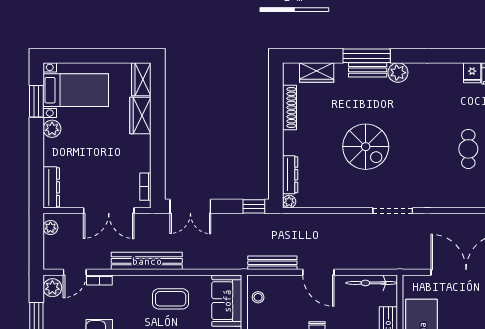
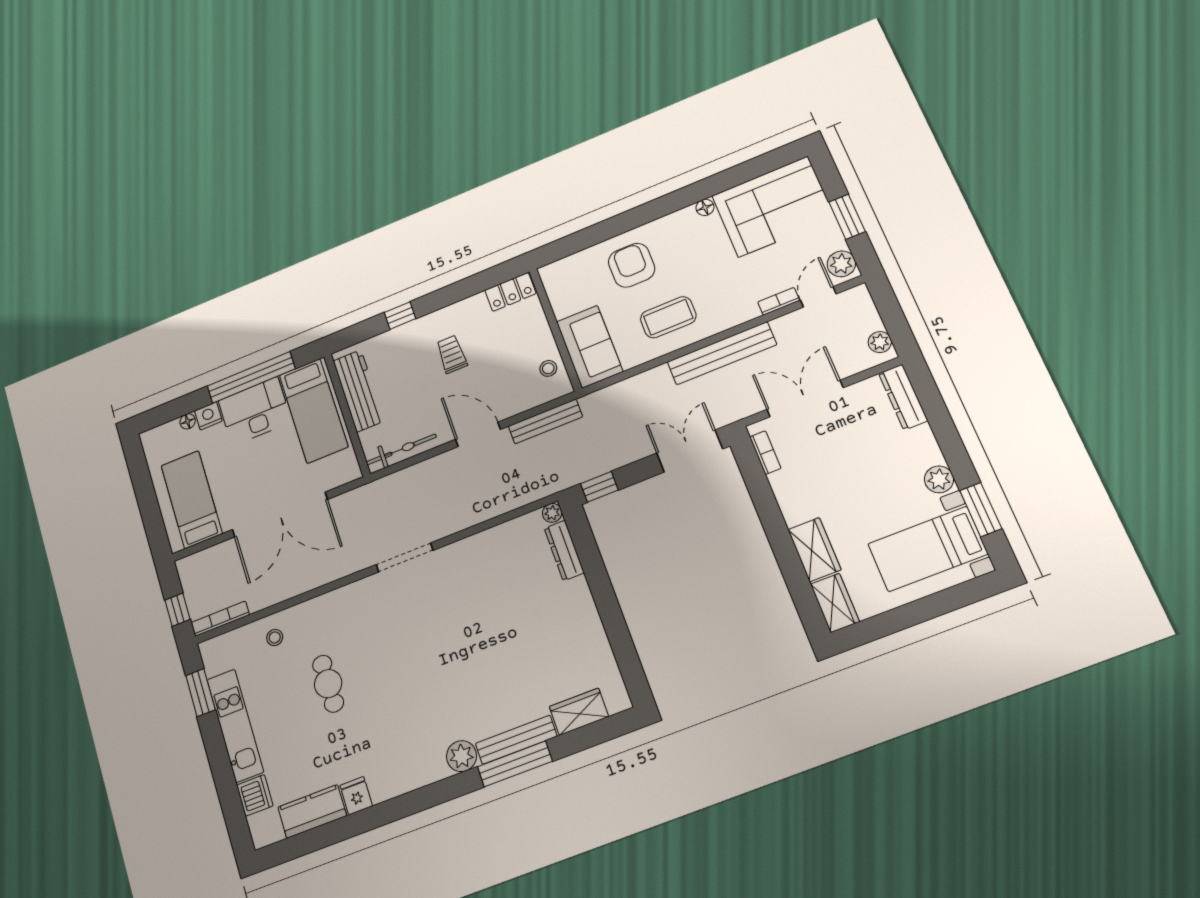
bench: (368, 70) -> (516, 740), width x1.36
shoe rack: (290, 108) -> (600, 645), removed
spiral stairs: (366, 147) -> (472, 631), removed

